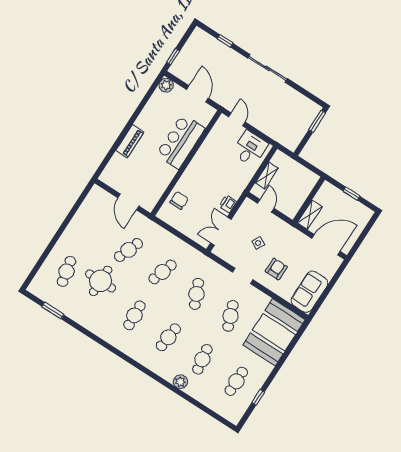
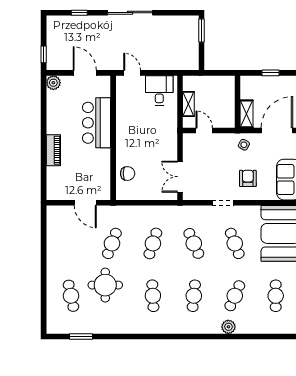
chair: (179, 200) -> (128, 174), turned 90
printer: (228, 204) -> (171, 150), removed
side table: (258, 243) -> (244, 145), moved
cafe table: (202, 359) -> (235, 296), turned 33

